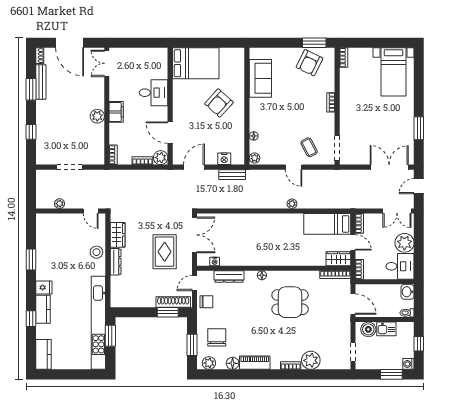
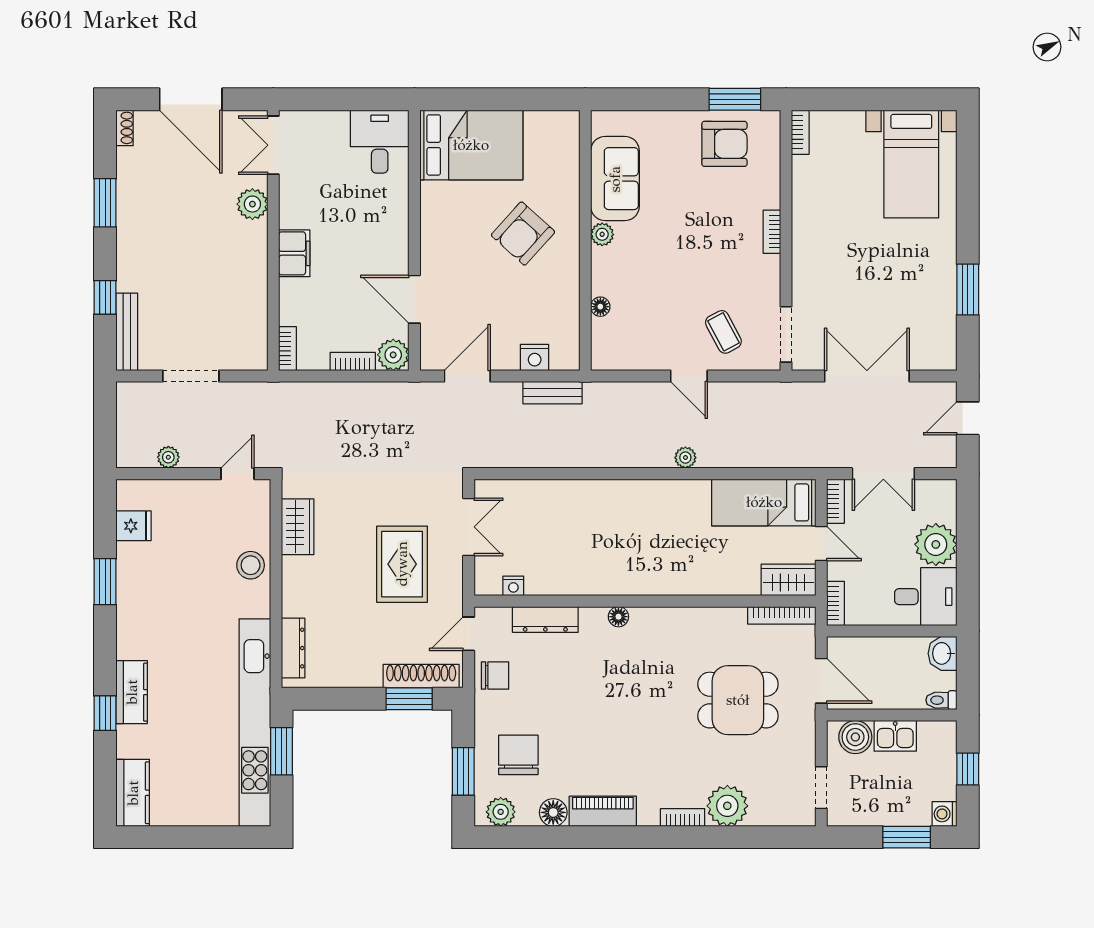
armchair: (310, 63) -> (724, 144), turned -116
bench: (41, 82) -> (127, 332), moved
desk: (154, 93) -> (380, 142), moved, turned -90
plant: (97, 116) -> (252, 204), moved
plant: (255, 158) -> (602, 234), moved
double door: (389, 167) -> (867, 376), moved
door: (91, 211) -> (238, 474), swing flipped
double door: (397, 211) -> (883, 474), moved
double door: (195, 235) -> (469, 527), width x0.73
dresser: (116, 262) -> (293, 648), moved
fridge: (44, 287) -> (134, 526), moved
dining table: (290, 302) -> (738, 700), moved

